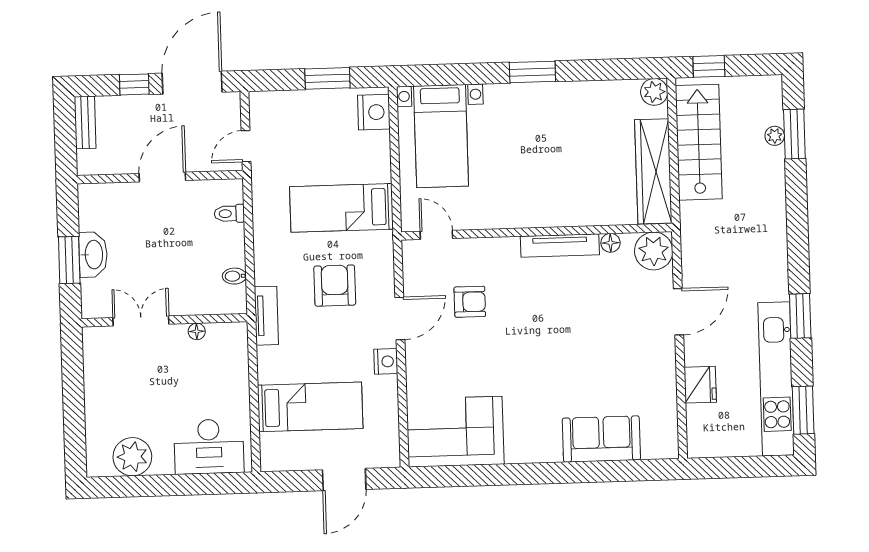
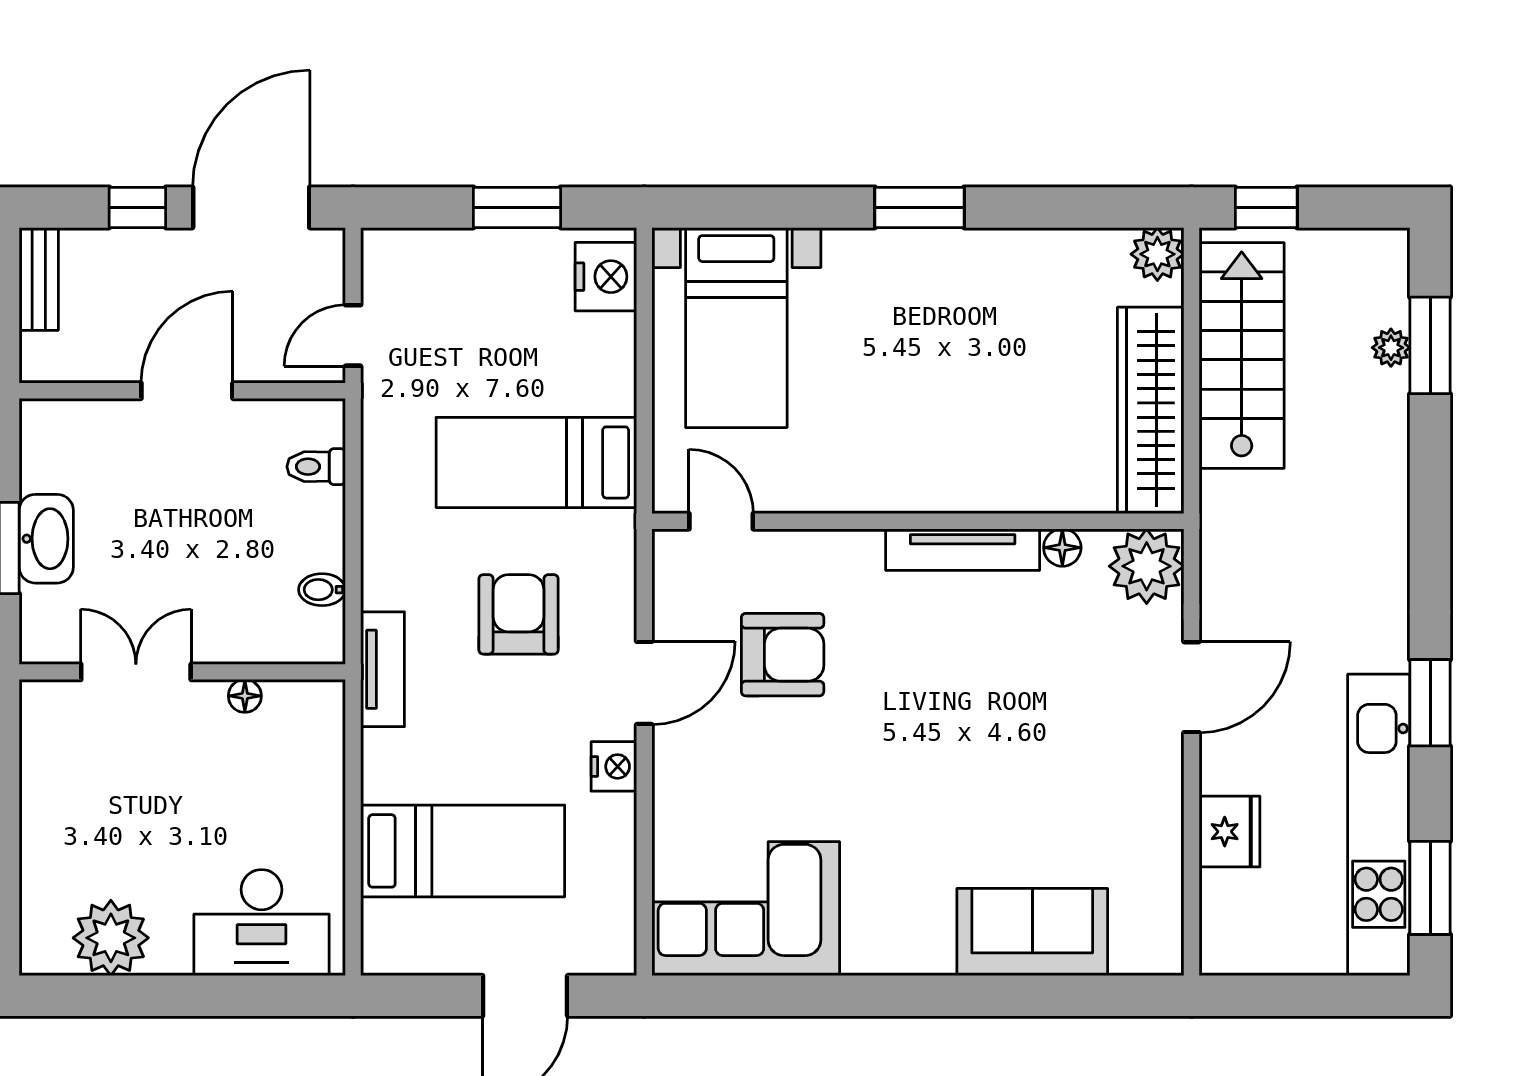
armchair: (470, 302) -> (783, 655), width x1.38, depth x1.38

